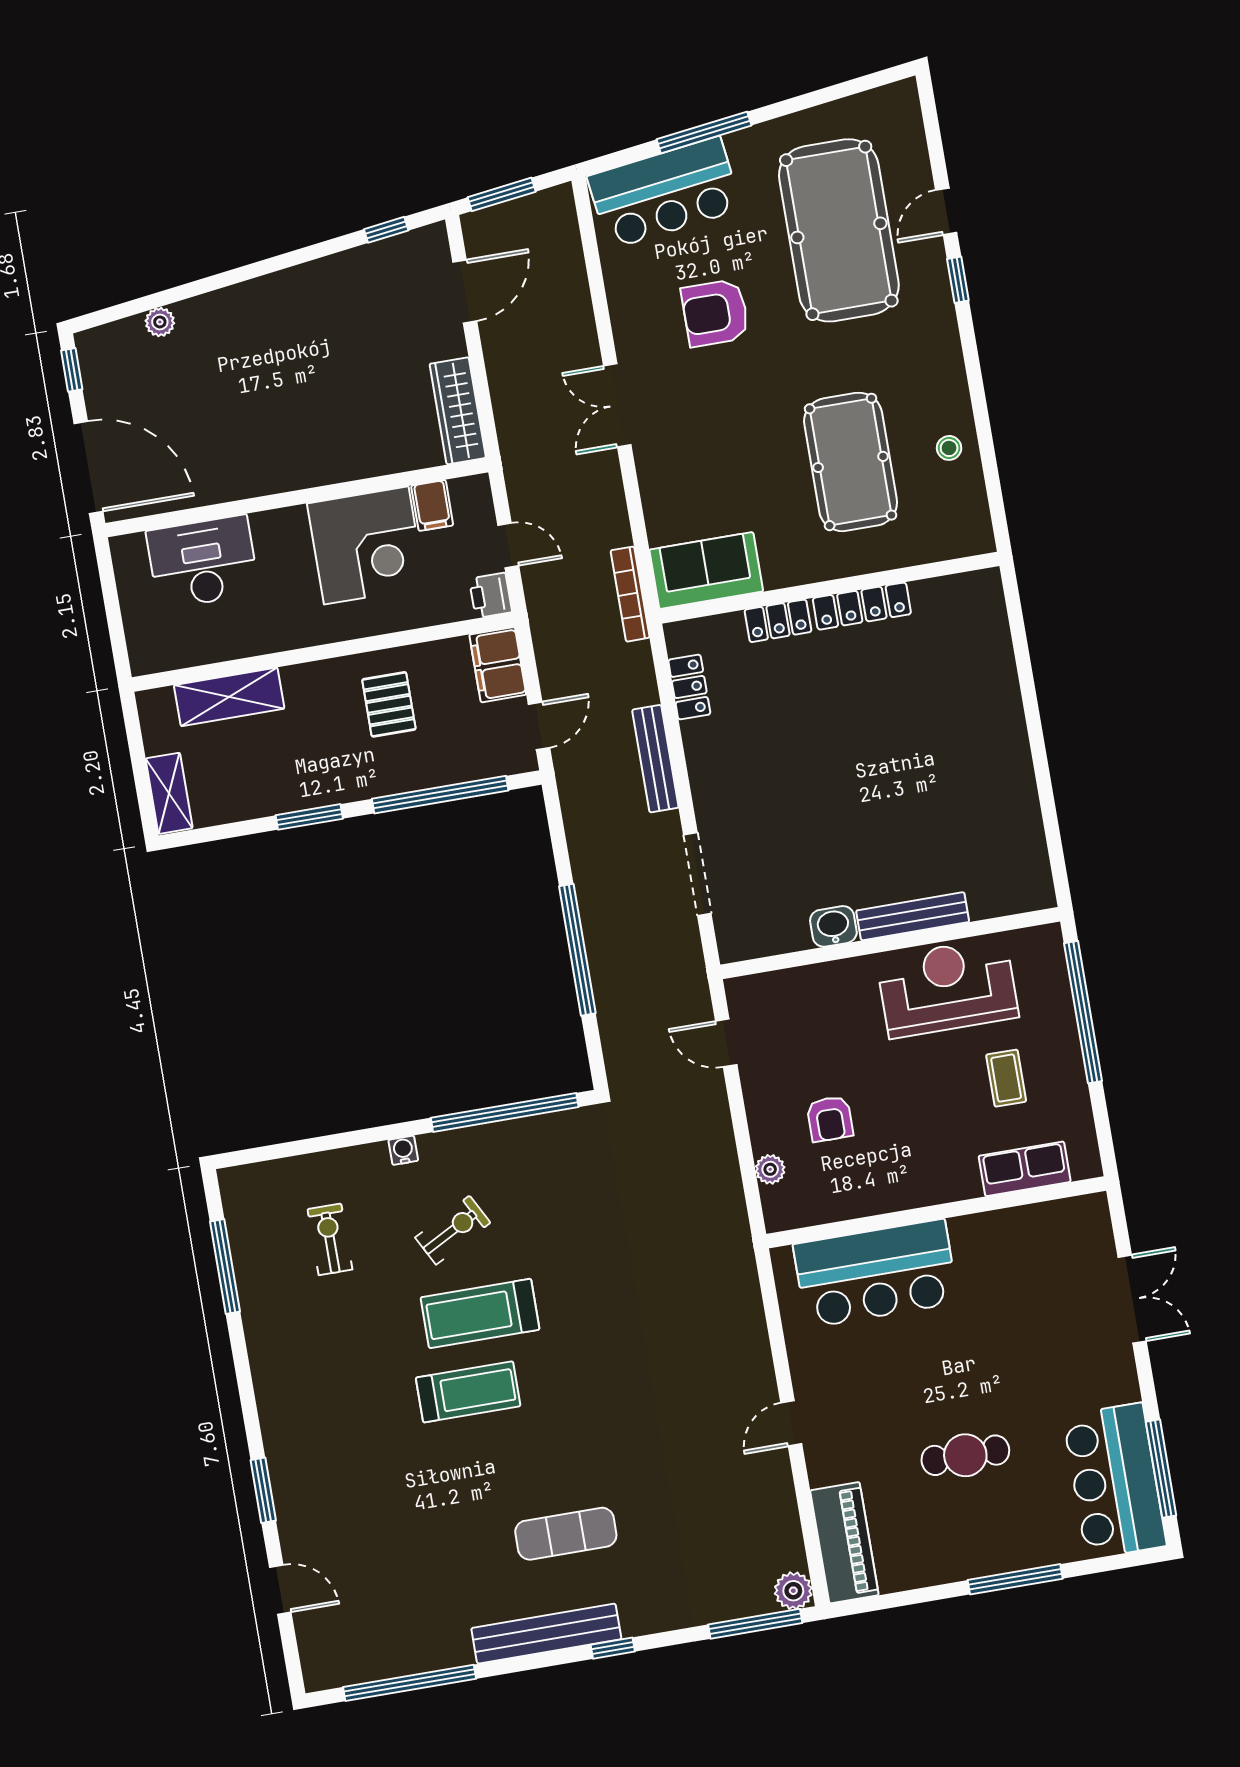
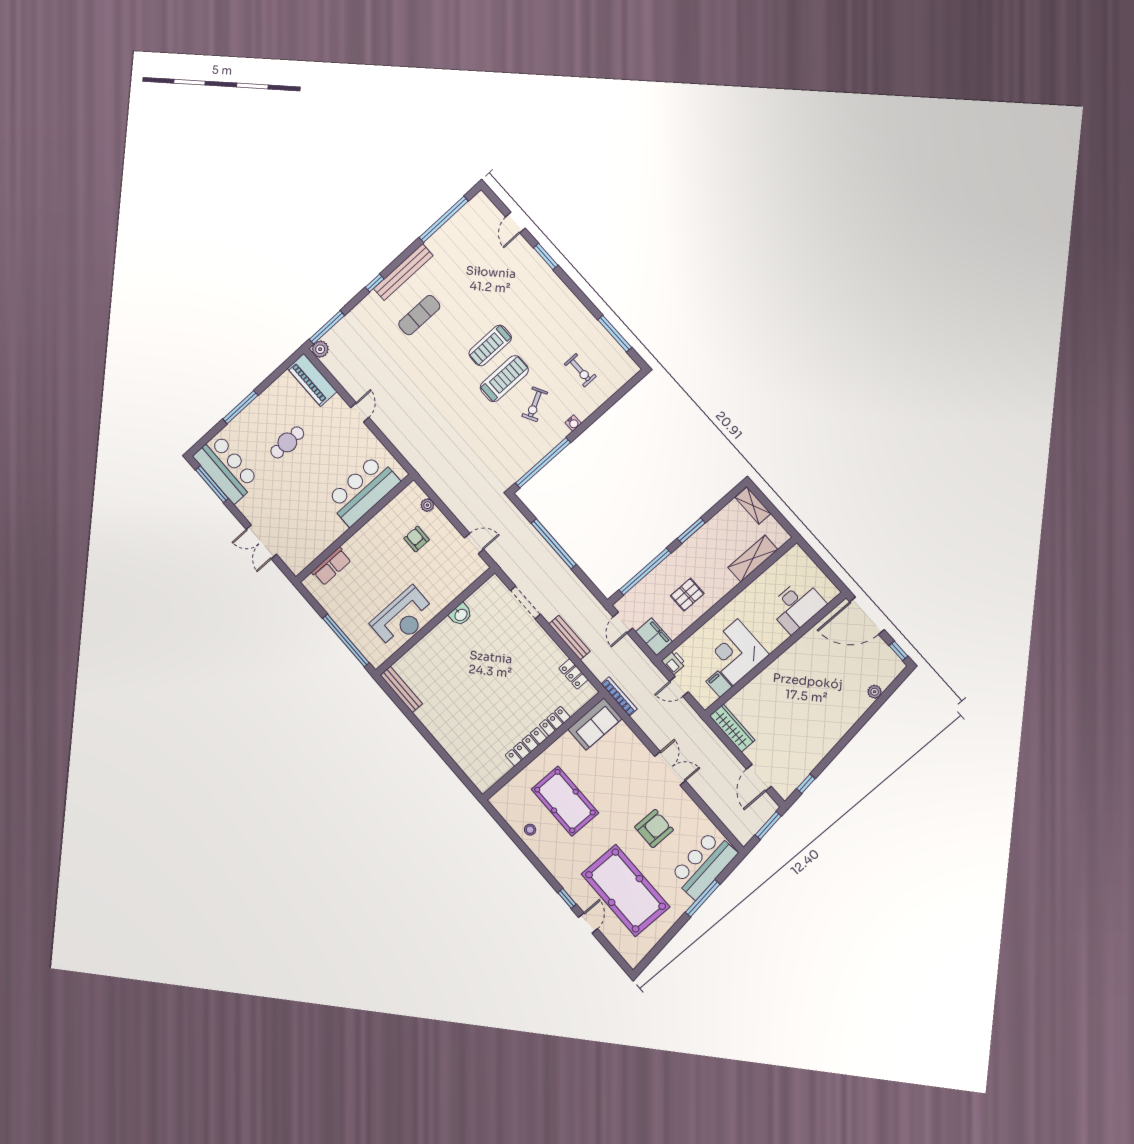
pallet: (389, 704) -> (687, 595), turned 90
bench: (913, 916) -> (401, 689), moved, turned 90
coffee table: (1006, 1078) -> (359, 597), removed
door: (280, 1590) -> (515, 223), hinge flipped

